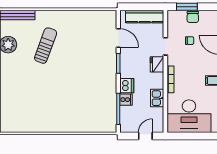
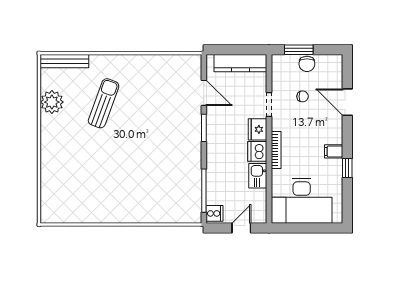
dishwasher: (127, 86) -> (257, 151), moved, turned 180
cooker: (126, 100) -> (215, 213), moved

